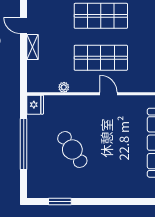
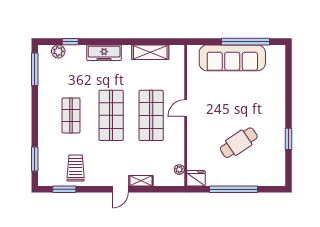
plant: (64, 87) -> (179, 170), moved
window: (60, 202) -> (288, 139), moved

